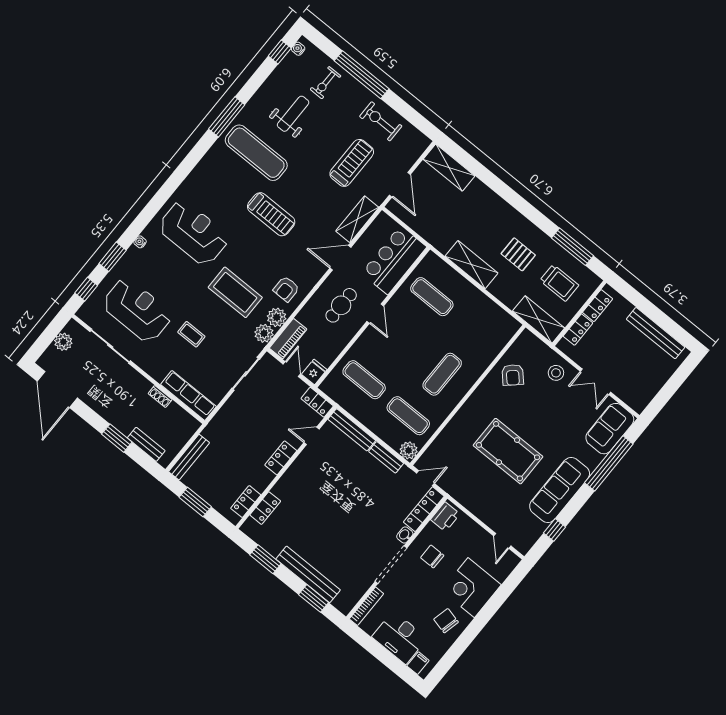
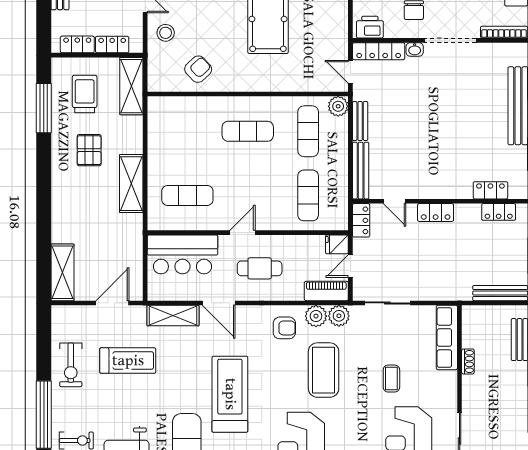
treadmill: (352, 163) -> (128, 361), turned 180
treadmill: (271, 214) -> (230, 394), width x1.37, depth x1.38
exercise mat: (432, 297) -> (187, 195), turned 90

